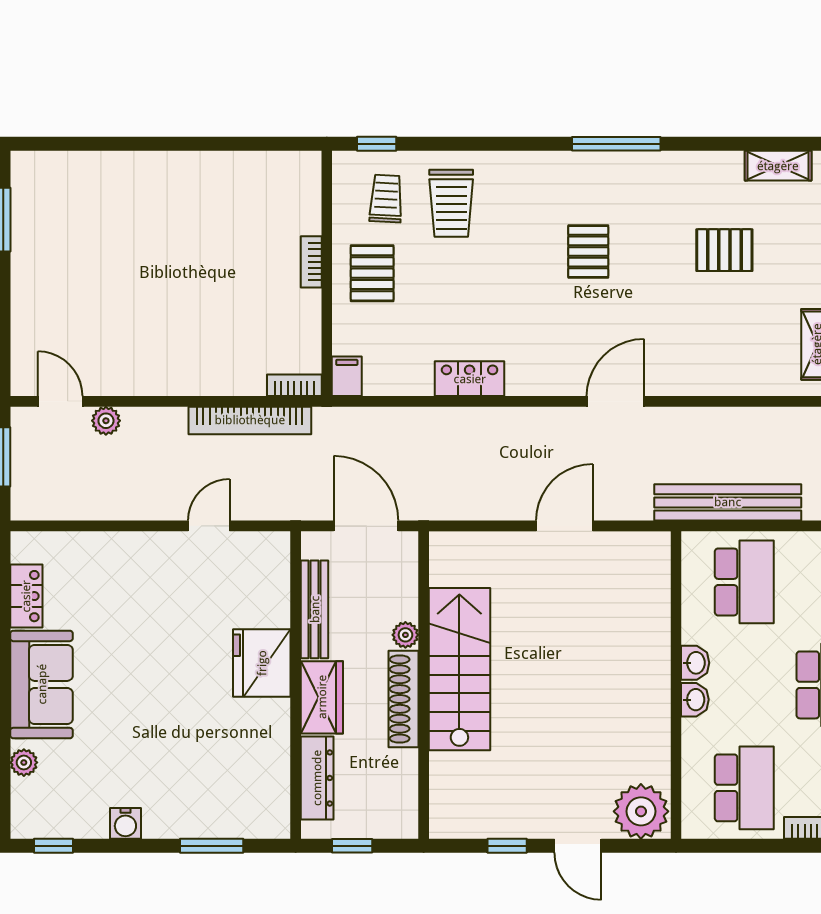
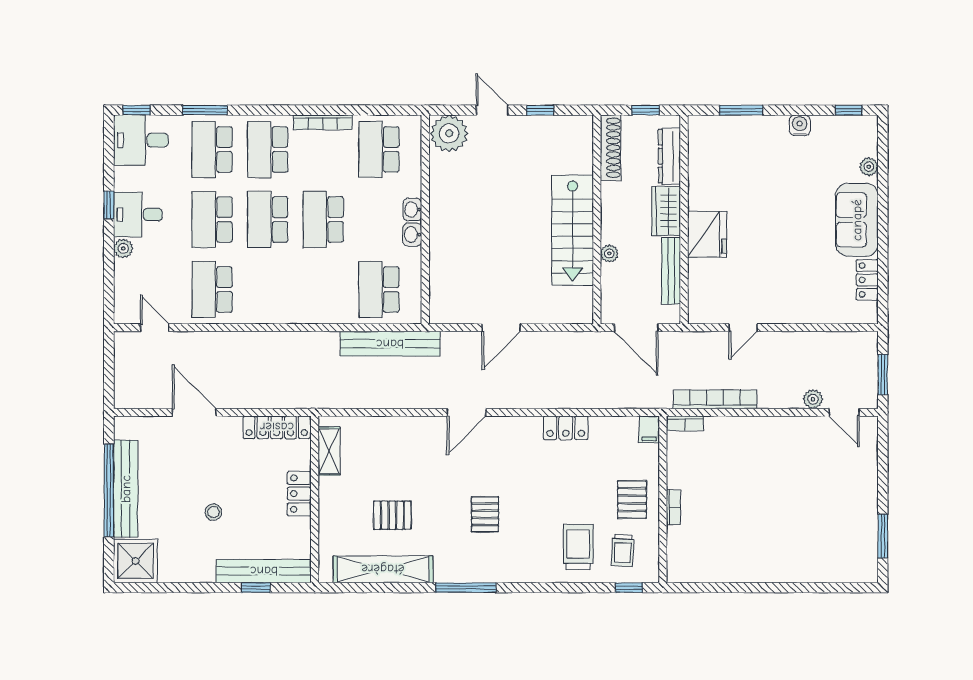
shelving: (778, 166) -> (383, 569), width x2.20, depth x1.33
shoe rack: (403, 699) -> (611, 148), moved

